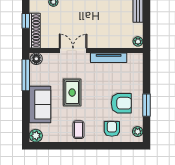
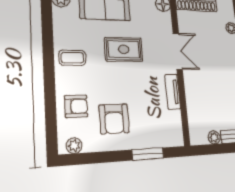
plant: (138, 41) -> (214, 137), moved
tv unit: (109, 58) -> (173, 92), width x0.71
window: (146, 105) -> (148, 154), moved

